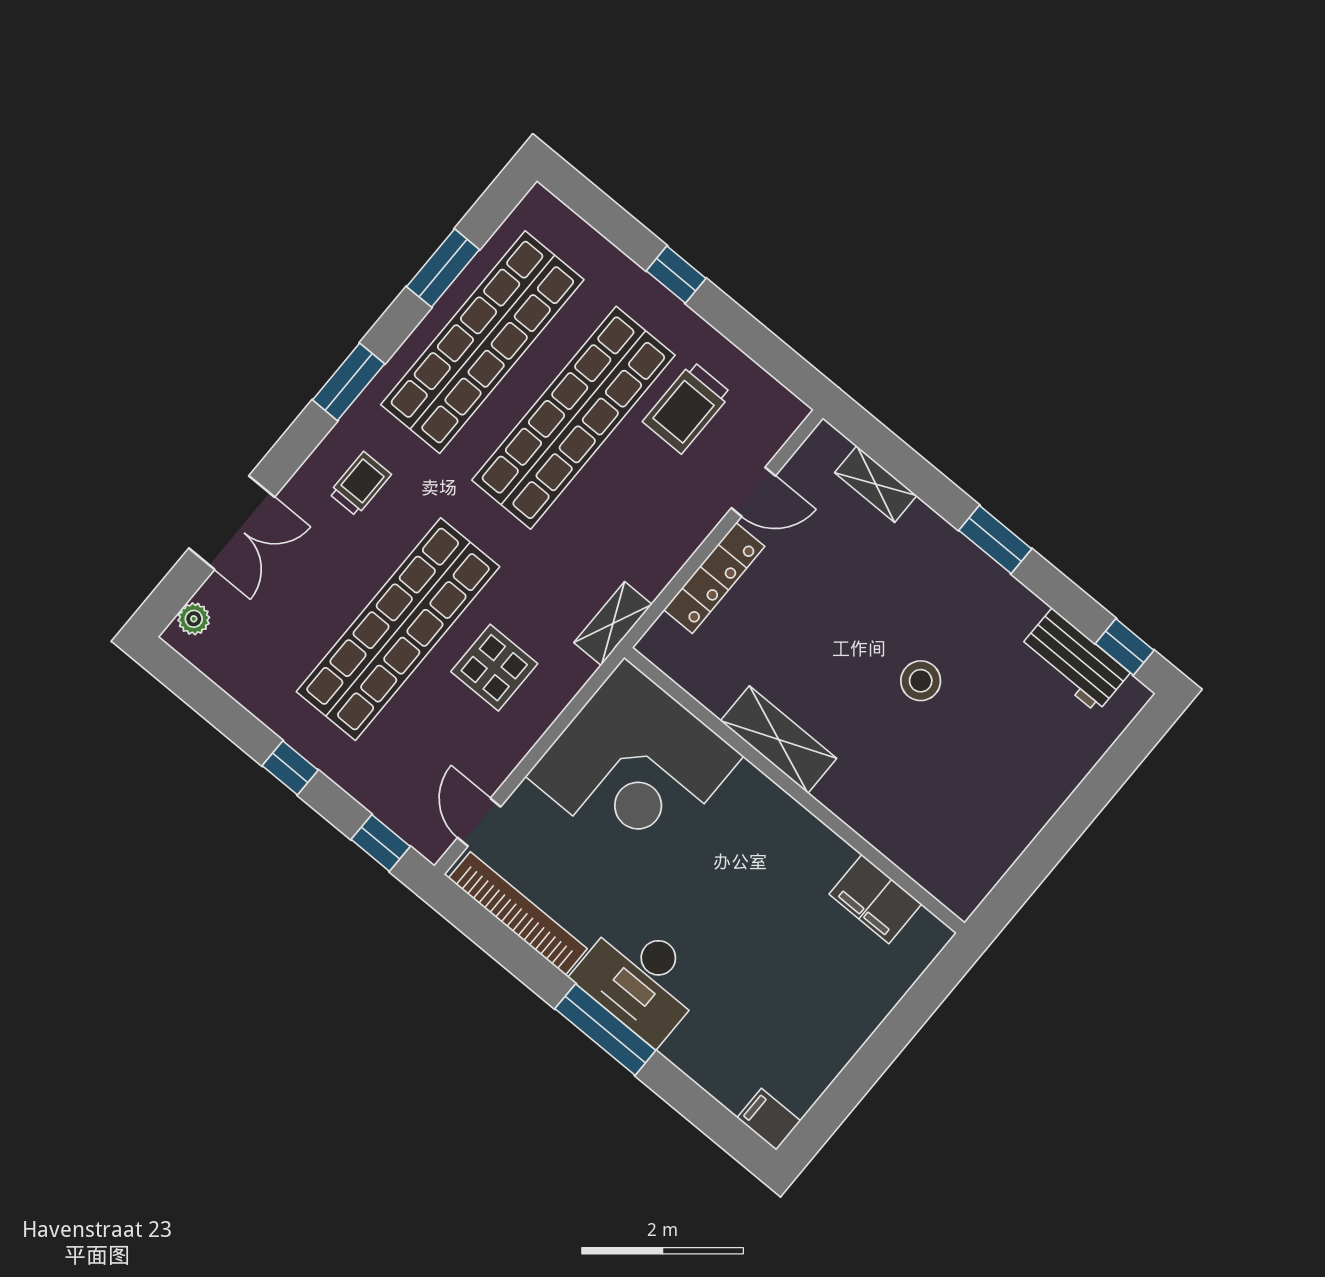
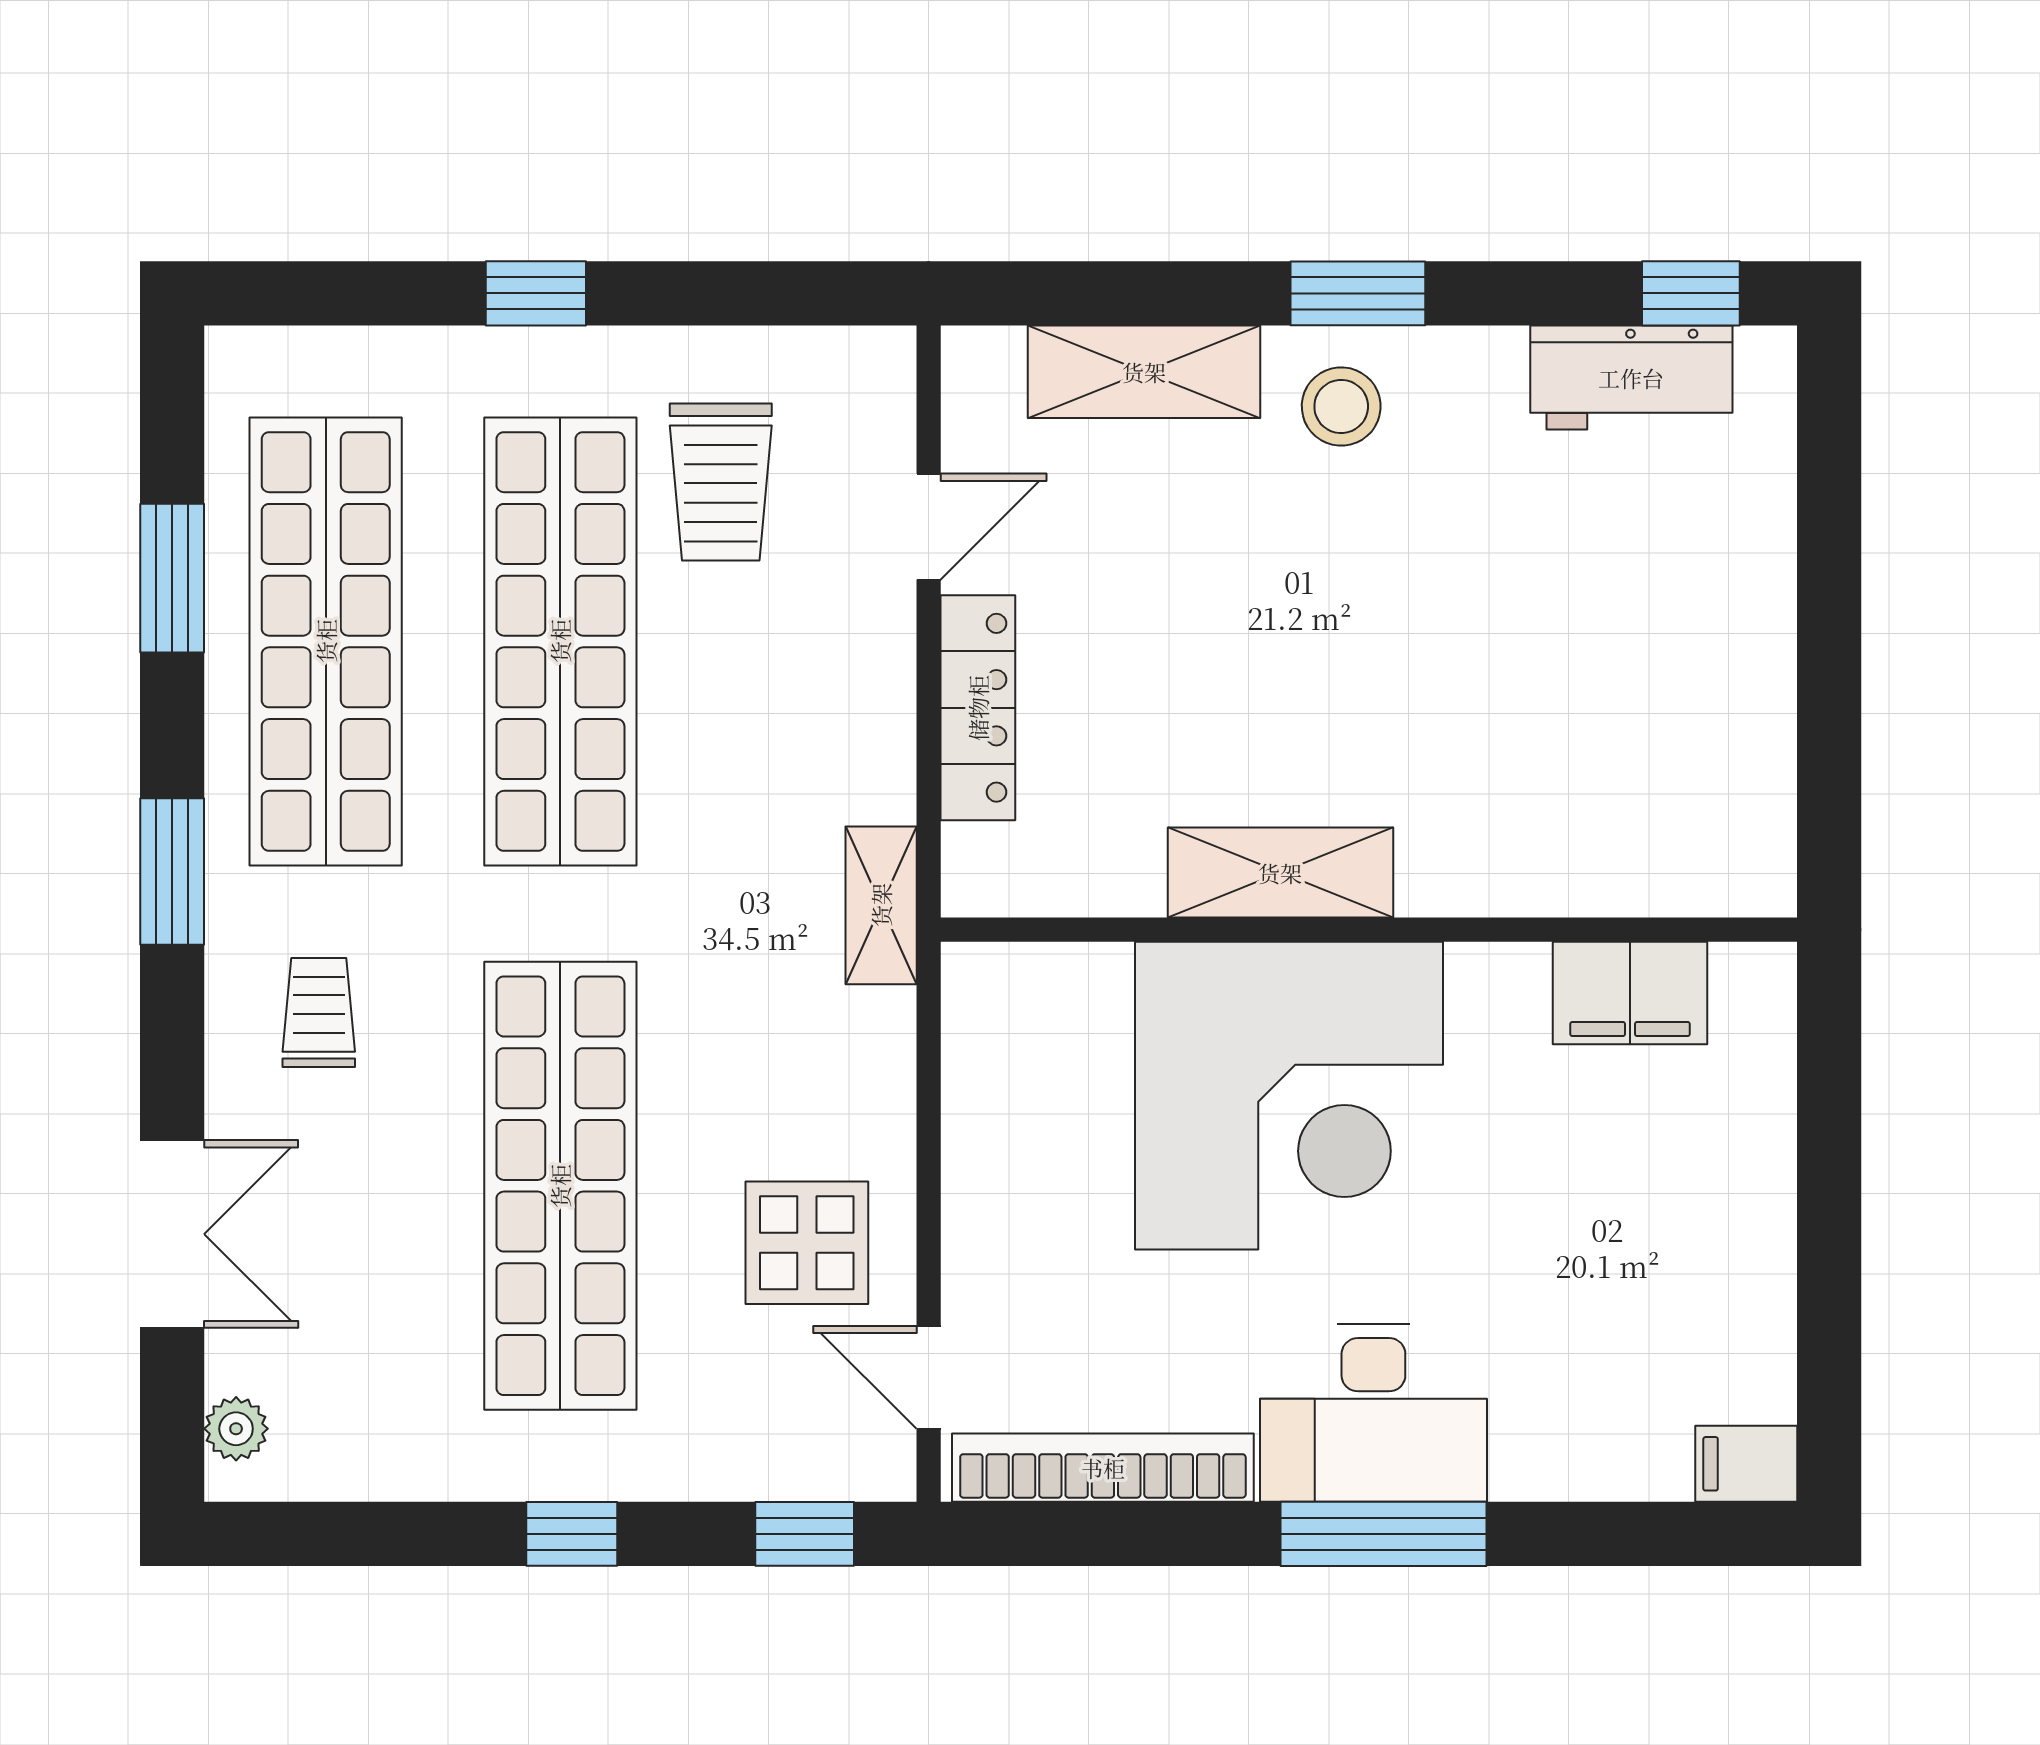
shelving: (876, 484) -> (1144, 372), width x1.50, depth x1.33
display table: (494, 668) -> (807, 1243), moved
stool: (921, 681) -> (1341, 406), moved
corner desk: (634, 766) -> (1289, 1096), moved

